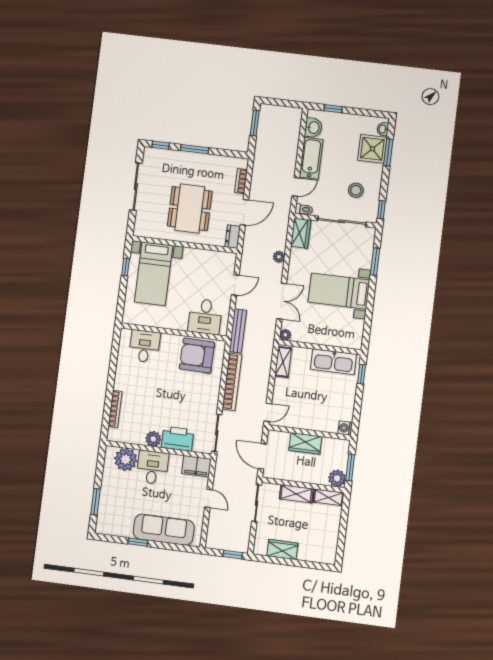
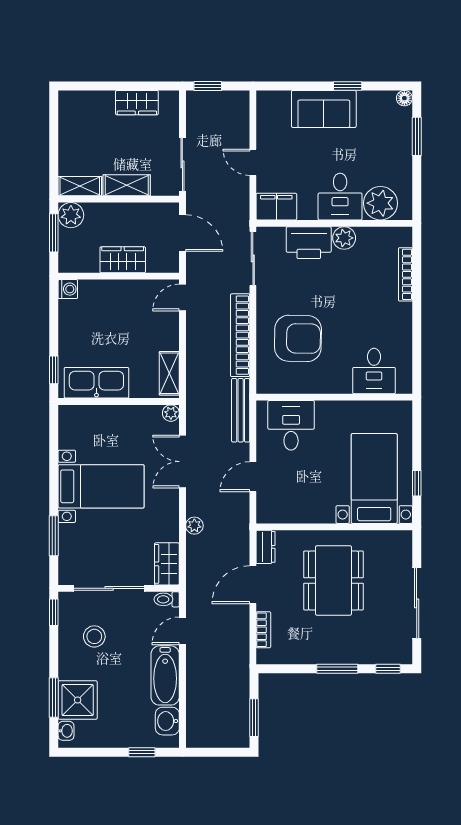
armchair: (197, 356) -> (298, 338), moved
floor lamp: (100, 529) -> (404, 98), added
sofa: (164, 530) -> (324, 109), width x0.73

